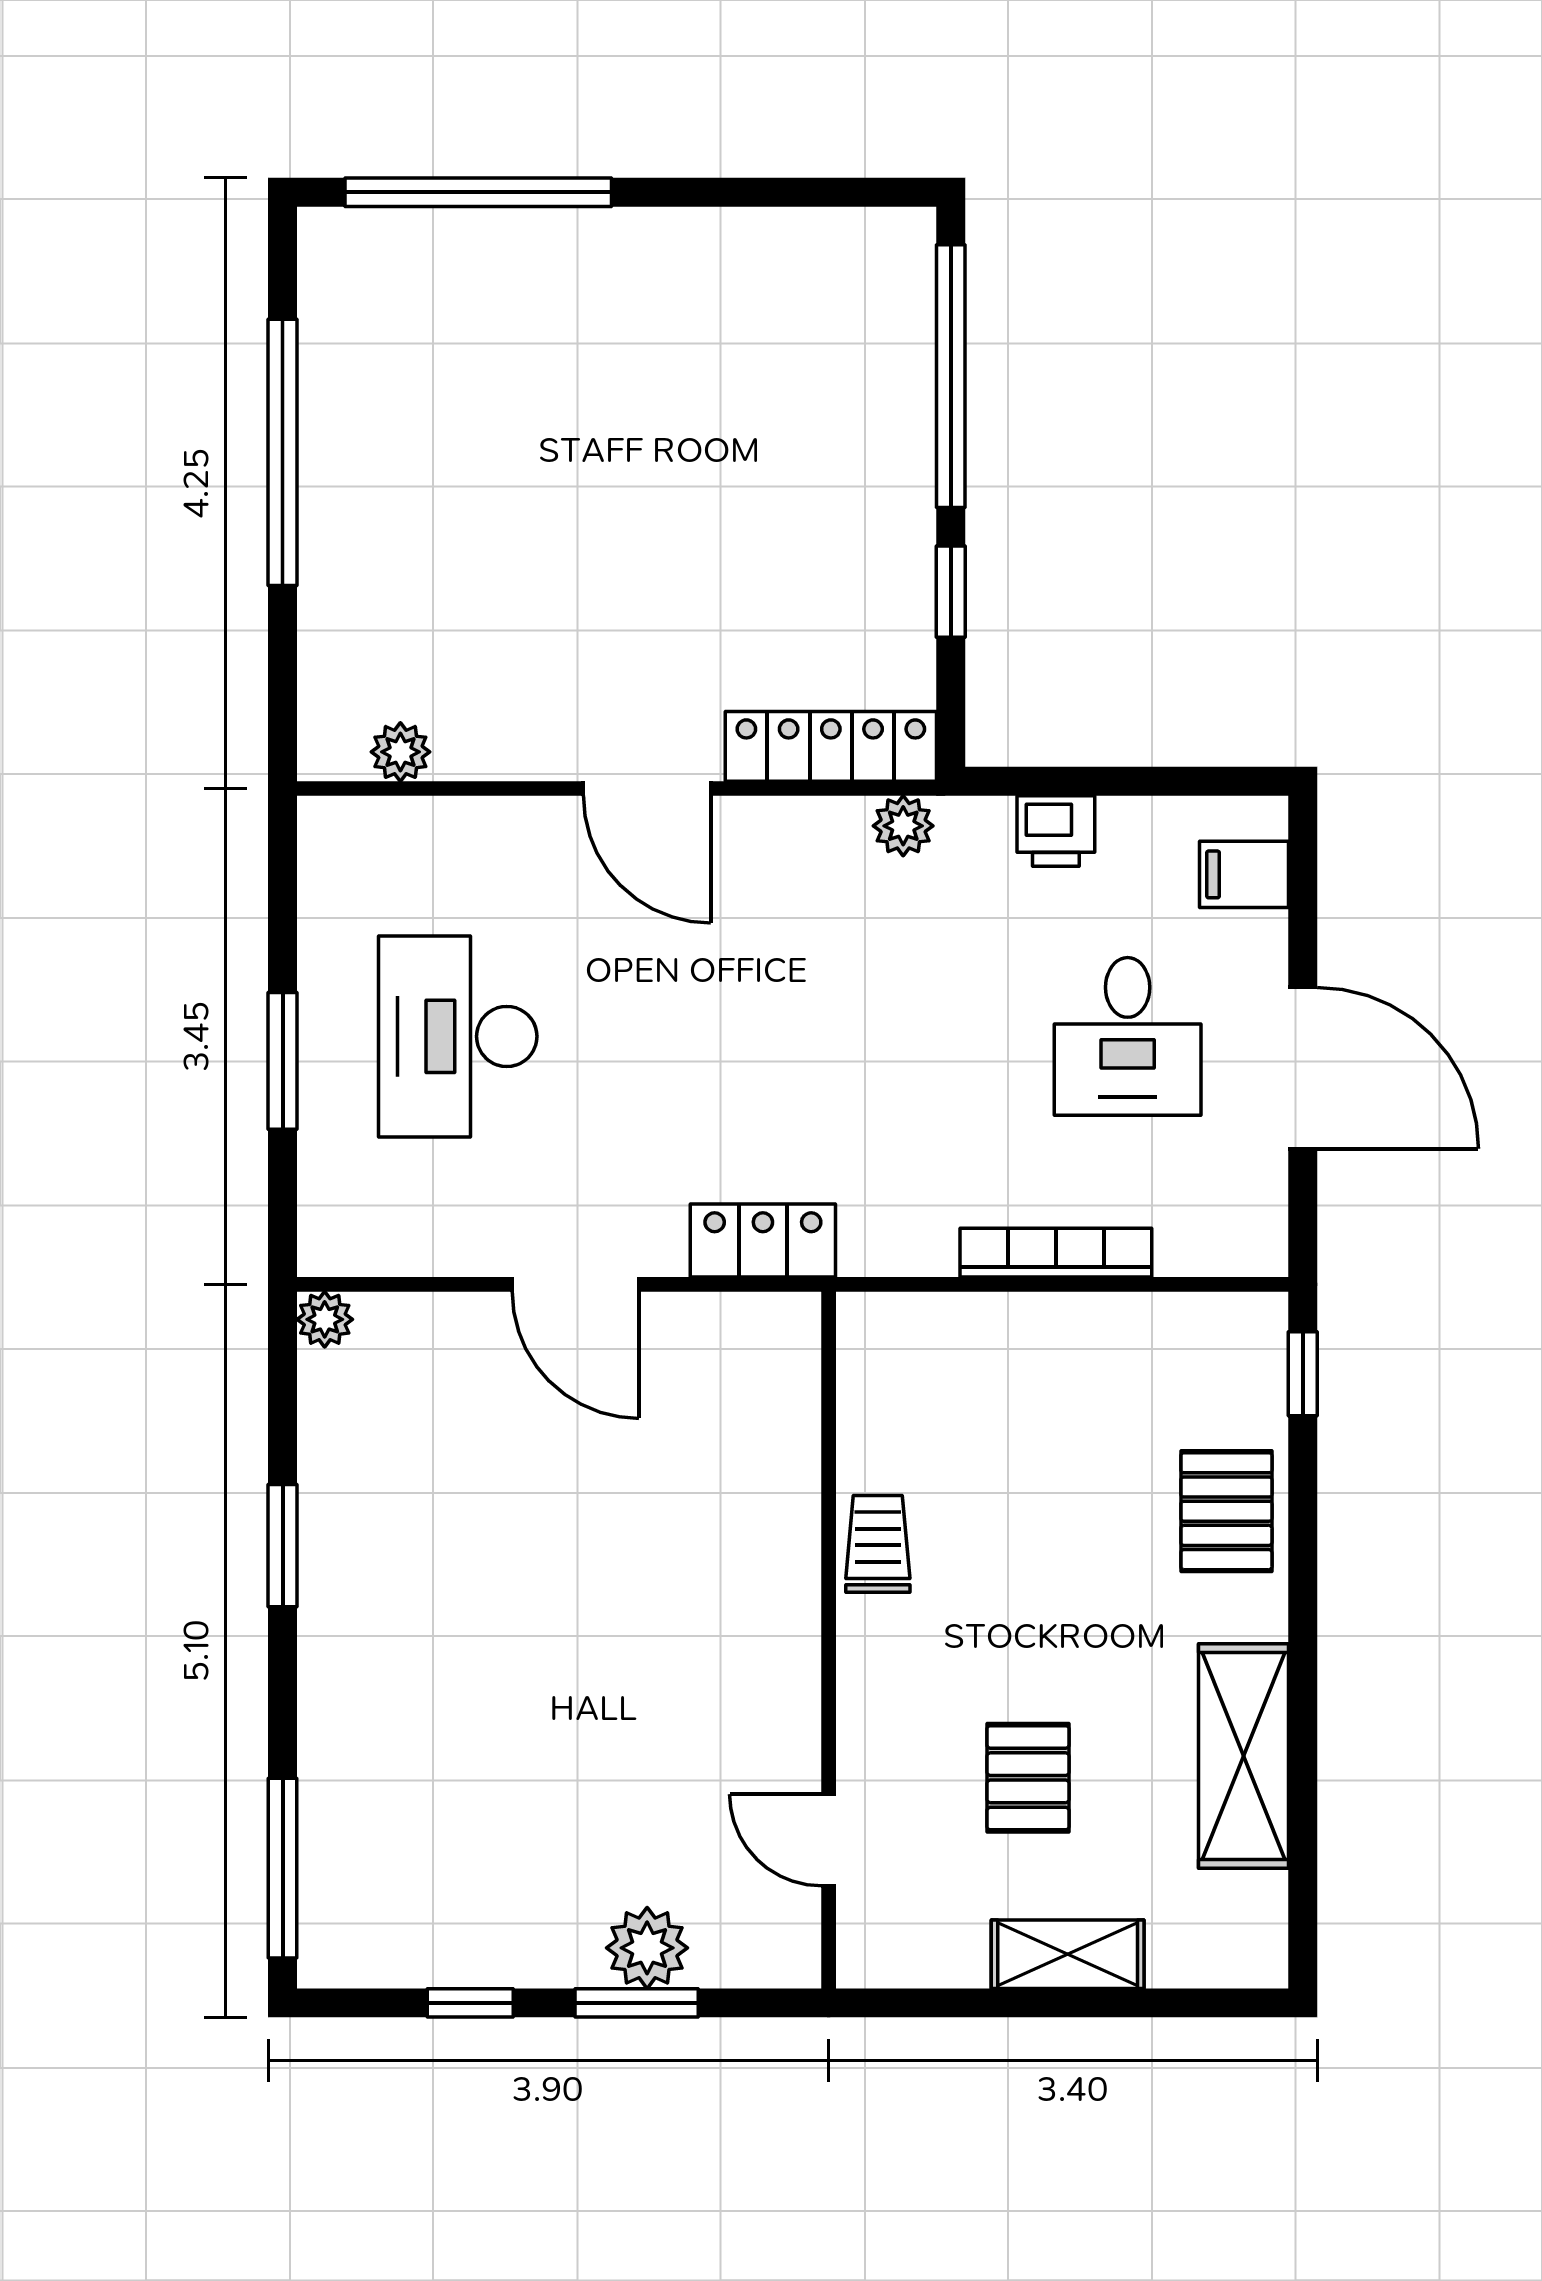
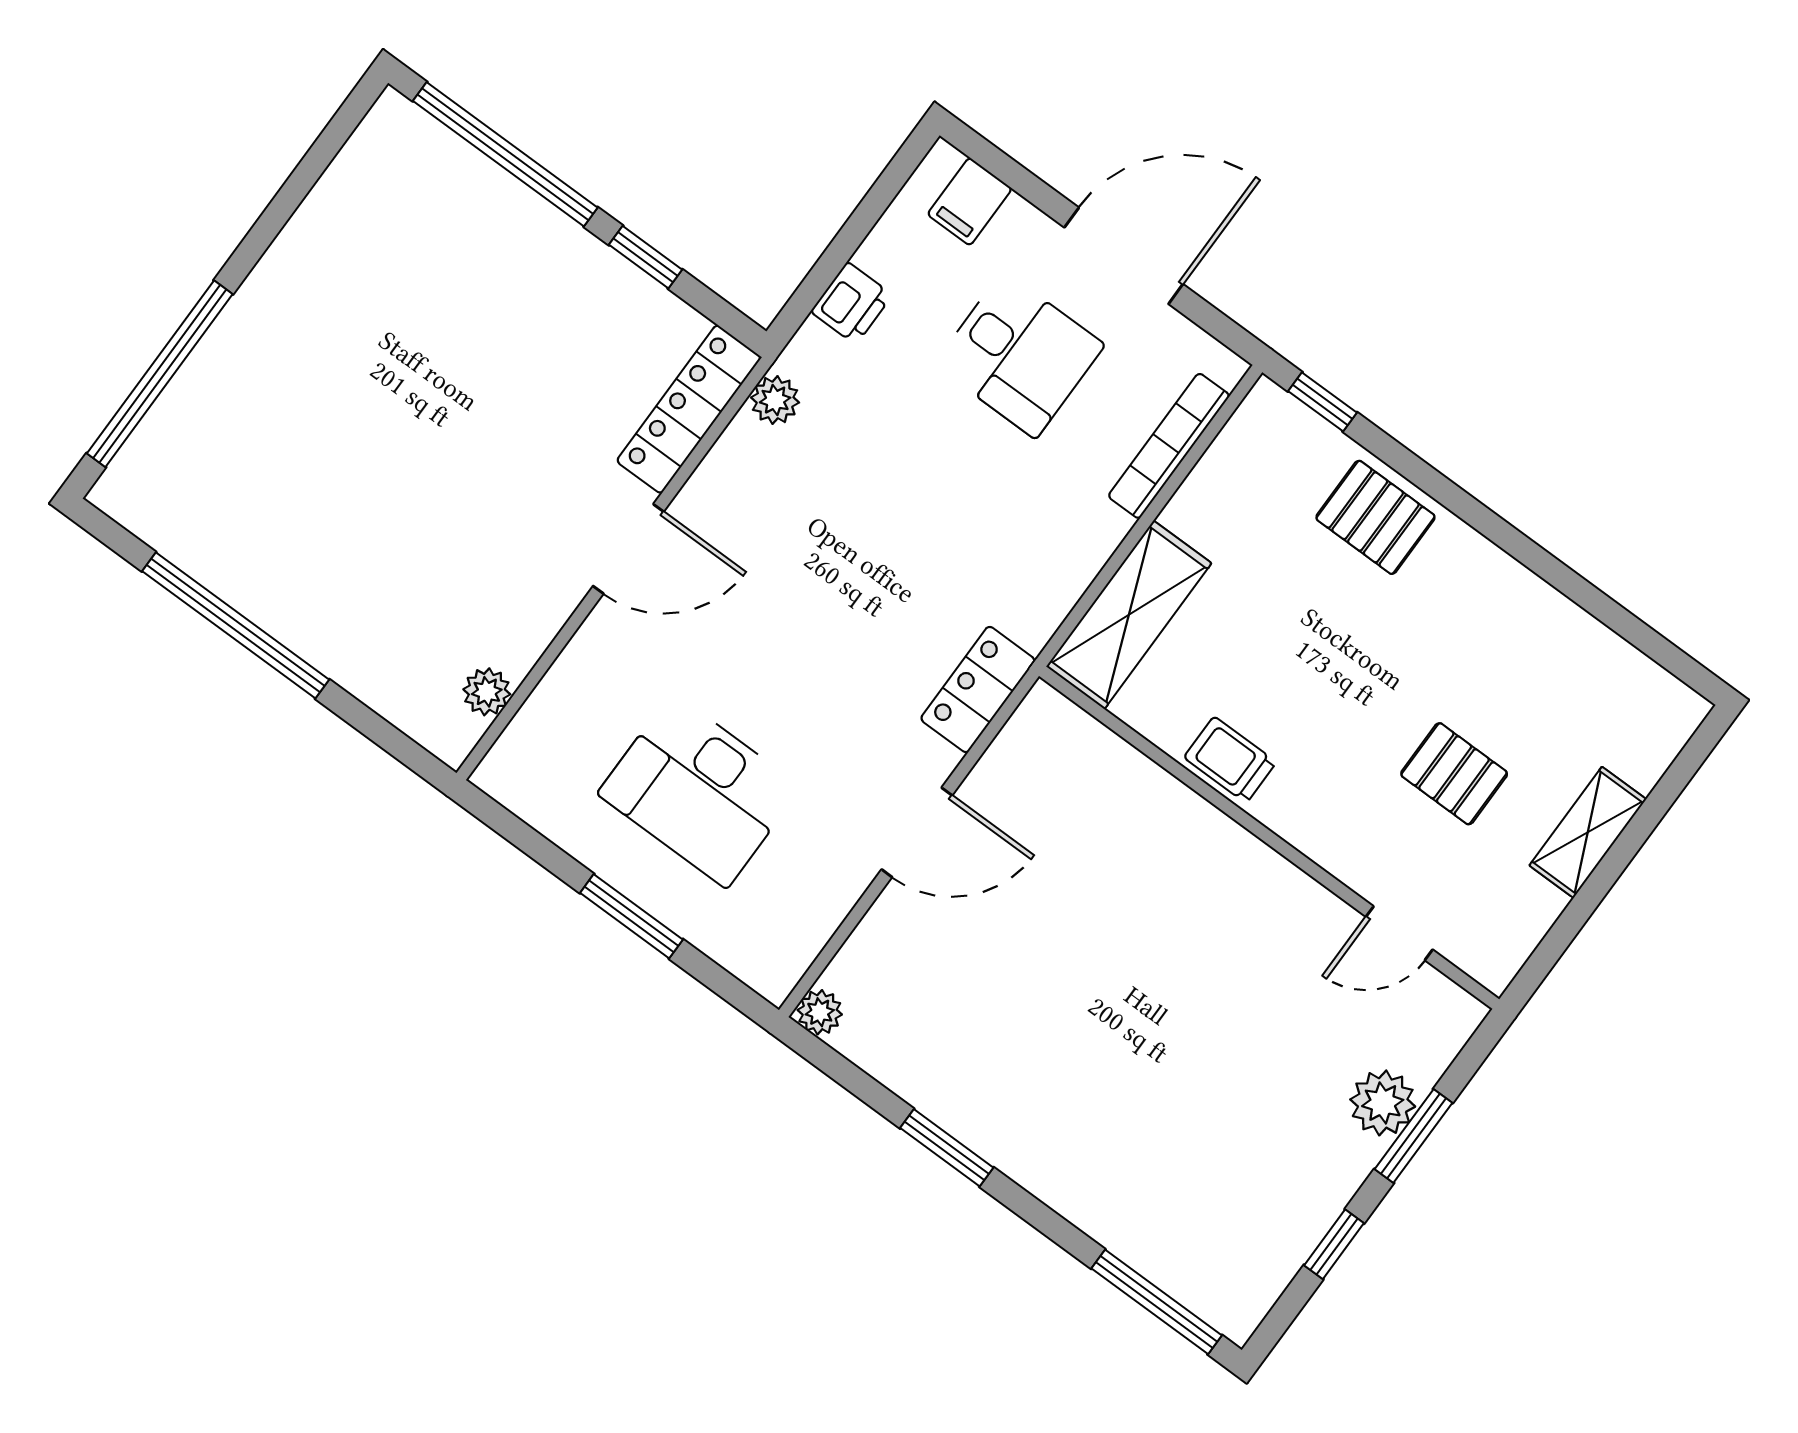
bookcase: (1056, 1253) -> (1169, 446), moved
shelving: (1244, 1756) -> (1129, 615), moved, turned 90

